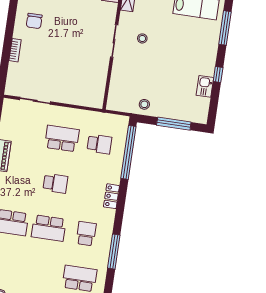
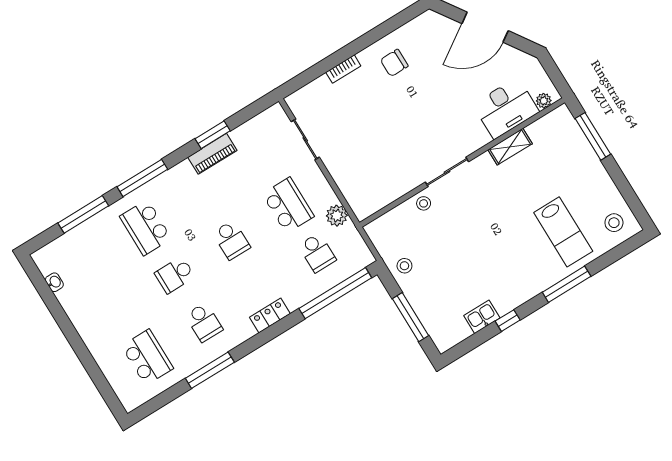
stool: (142, 38) -> (424, 203), moved
plant: (89, 118) -> (337, 216), added
school desk: (49, 228) -> (175, 275), width x0.54
school desk: (86, 234) -> (204, 322), turned 90

